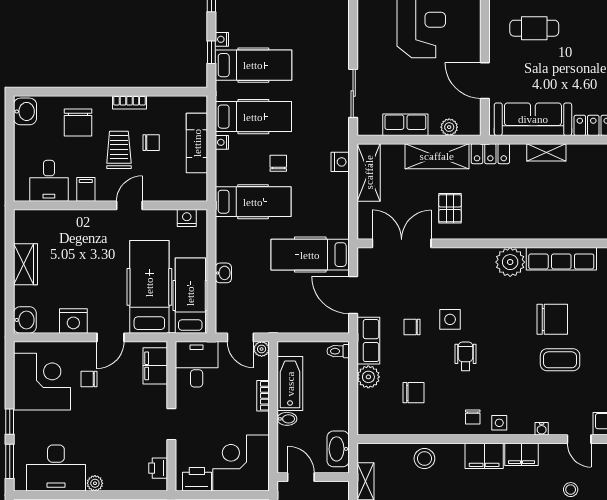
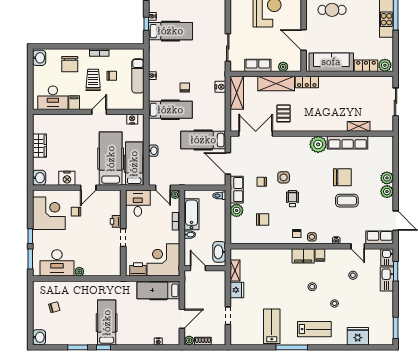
hospital bed: (253, 117) -> (170, 61), removed
shelving: (546, 152) -> (359, 126), moved
desk: (49, 181) -> (53, 98), width x1.37
filing cabinet: (155, 366) -> (114, 204), removed
filing cabinet: (522, 454) -> (320, 255), width x0.50
stool: (424, 459) -> (269, 257), removed
printer: (158, 468) -> (116, 221), moved

